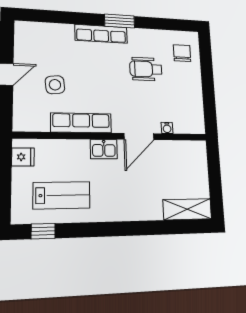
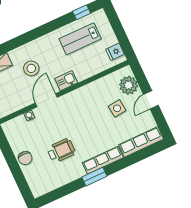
chair: (182, 53) -> (25, 158), moved
plant: (26, 106) -> (129, 85), added
row of seats: (81, 123) -> (141, 142), moved, turned 180
stool: (141, 185) -> (31, 68), added

